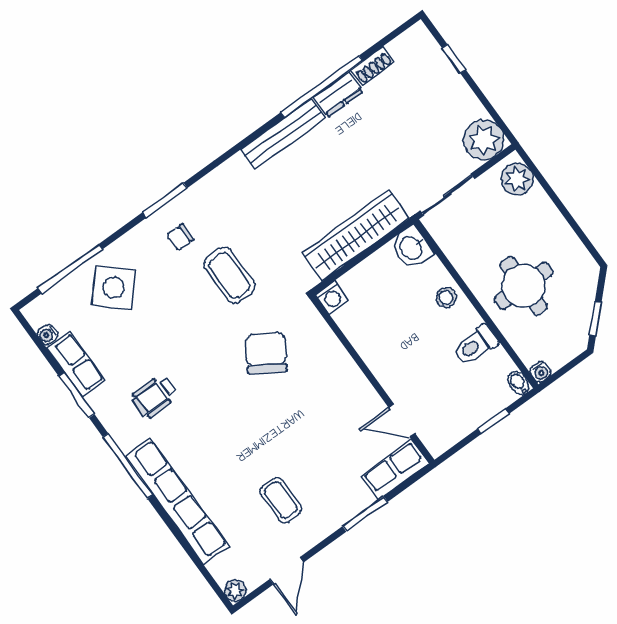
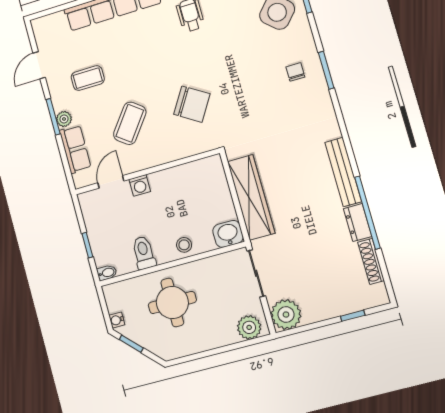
shoe rack: (373, 66) -> (371, 261), width x1.43
coffee table: (229, 275) -> (130, 123), moved, turned -53
washing machine: (332, 297) -> (140, 185), moved, turned -90
water cooler: (540, 372) -> (117, 320), moved
row of seats: (395, 470) -> (75, 149), moved
window: (365, 514) -> (53, 117), moved
door: (287, 571) -> (39, 65), hinge flipped
plant: (235, 591) -> (64, 119), moved

